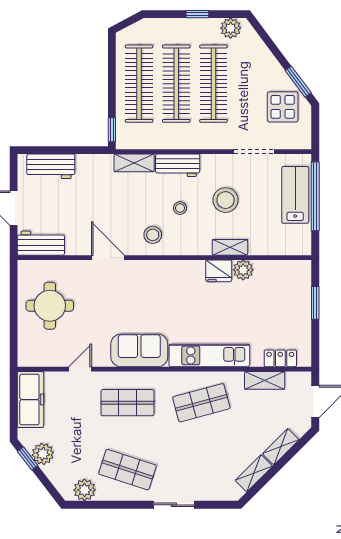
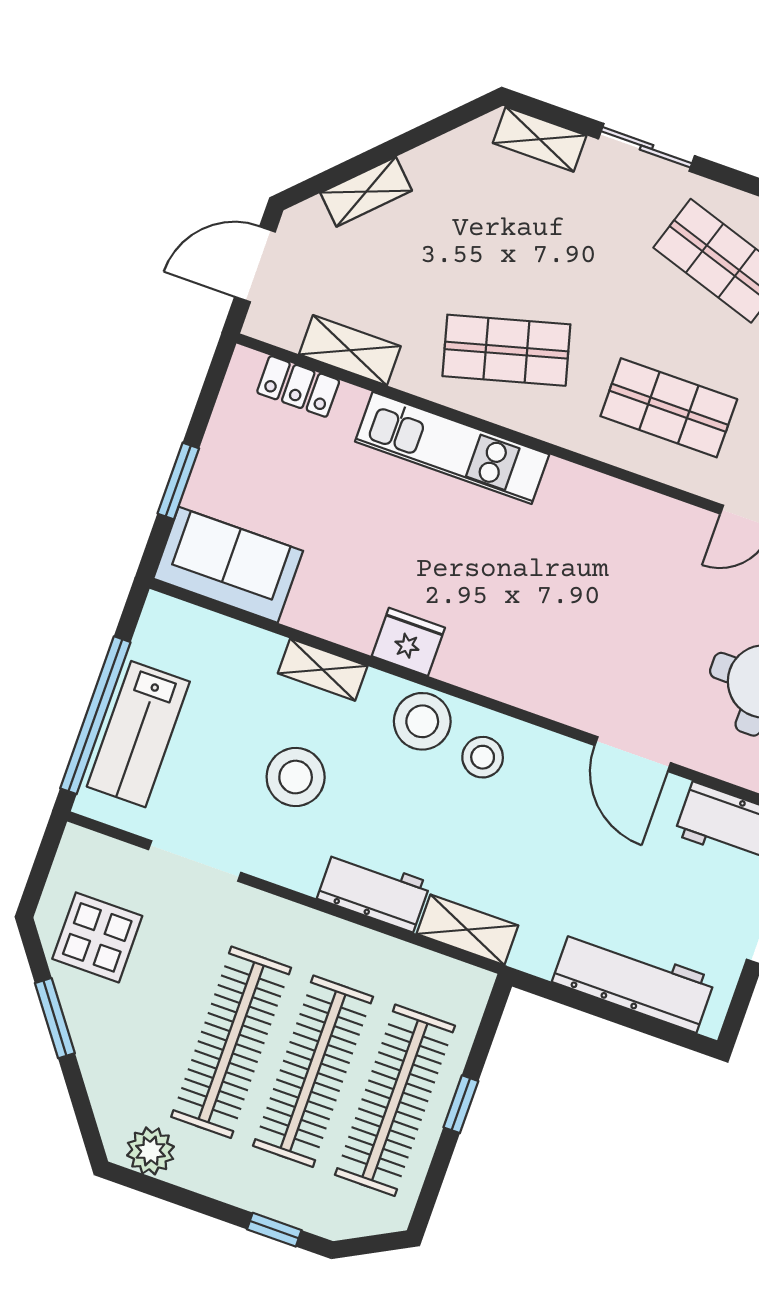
window: (197, 14) -> (274, 1230), moved
window: (298, 82) -> (55, 1018), moved
window: (112, 130) -> (461, 1104), moved
workbench: (51, 166) -> (634, 980), width x1.38
stool: (180, 208) -> (422, 721), moved, width x1.89, depth x1.89
door: (108, 258) -> (633, 754), moved
plant: (243, 270) -> (311, 610), removed
fridge: (219, 271) -> (408, 642), moved
sofa: (139, 350) -> (228, 565), moved, turned 180
shelving: (254, 473) -> (540, 139), moved, turned 45

